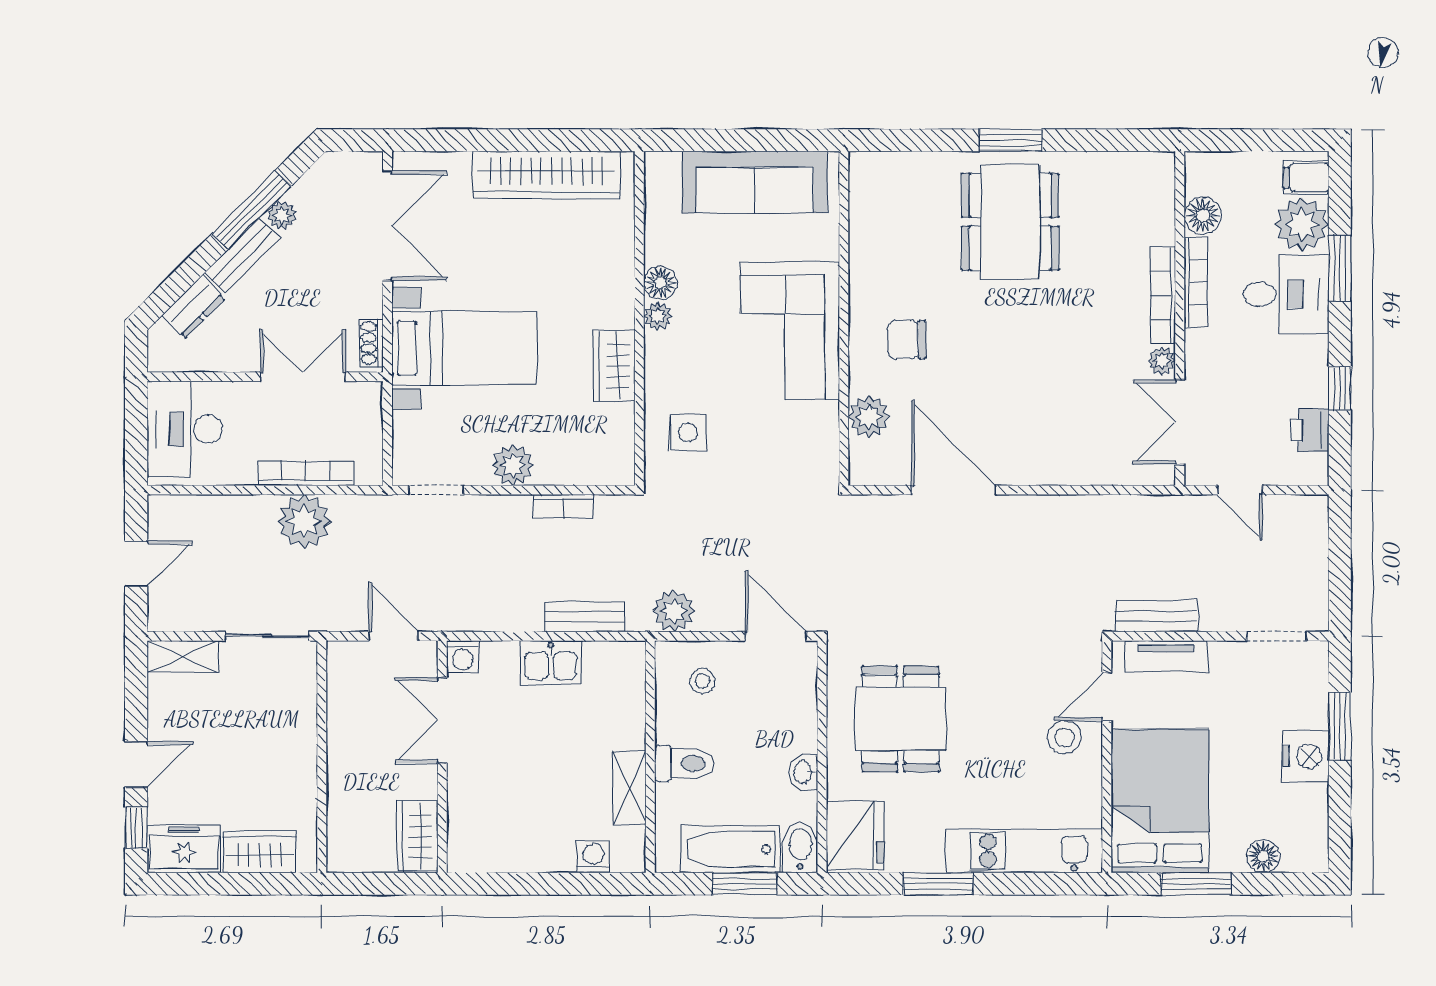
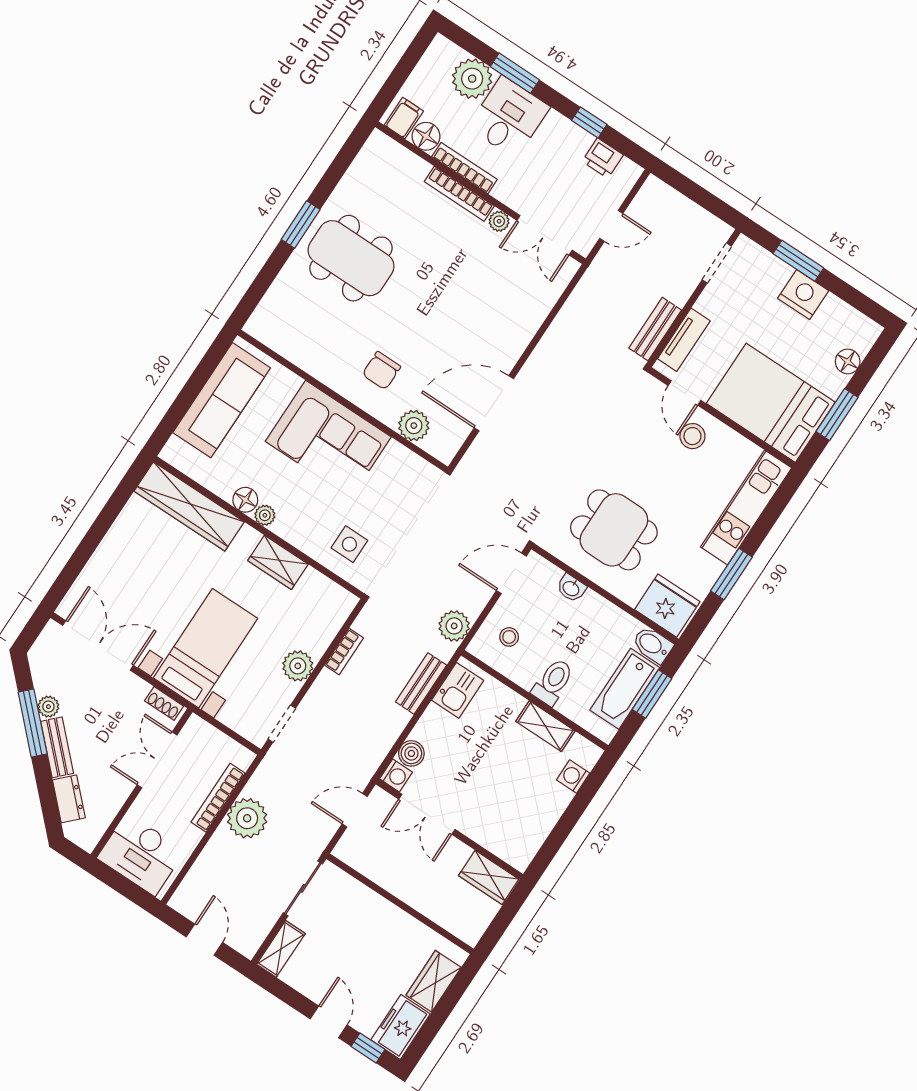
wardrobe: (546, 175) -> (189, 506), moved, turned 90
filing cabinet: (1306, 178) -> (404, 118), moved, turned 180
boiler: (499, 658) -> (411, 753), added
kitchen sink: (551, 663) -> (458, 690), moved
washbasin: (803, 772) -> (571, 588), moved

